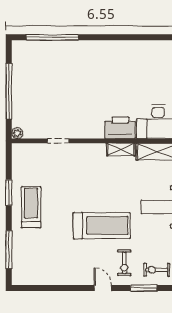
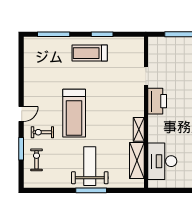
printer: (120, 128) -> (157, 101), moved
plant: (17, 133) -> (152, 41), removed
treadmill: (31, 207) -> (90, 53), turned 180

